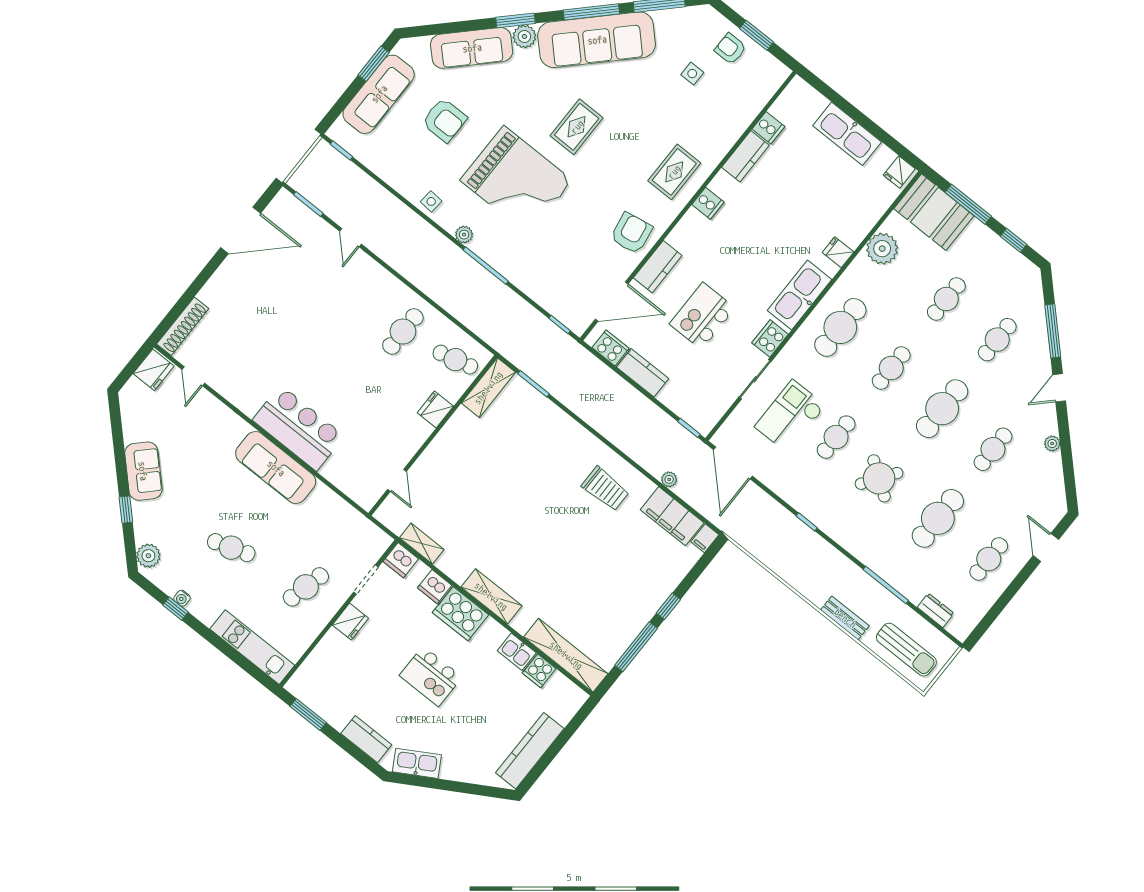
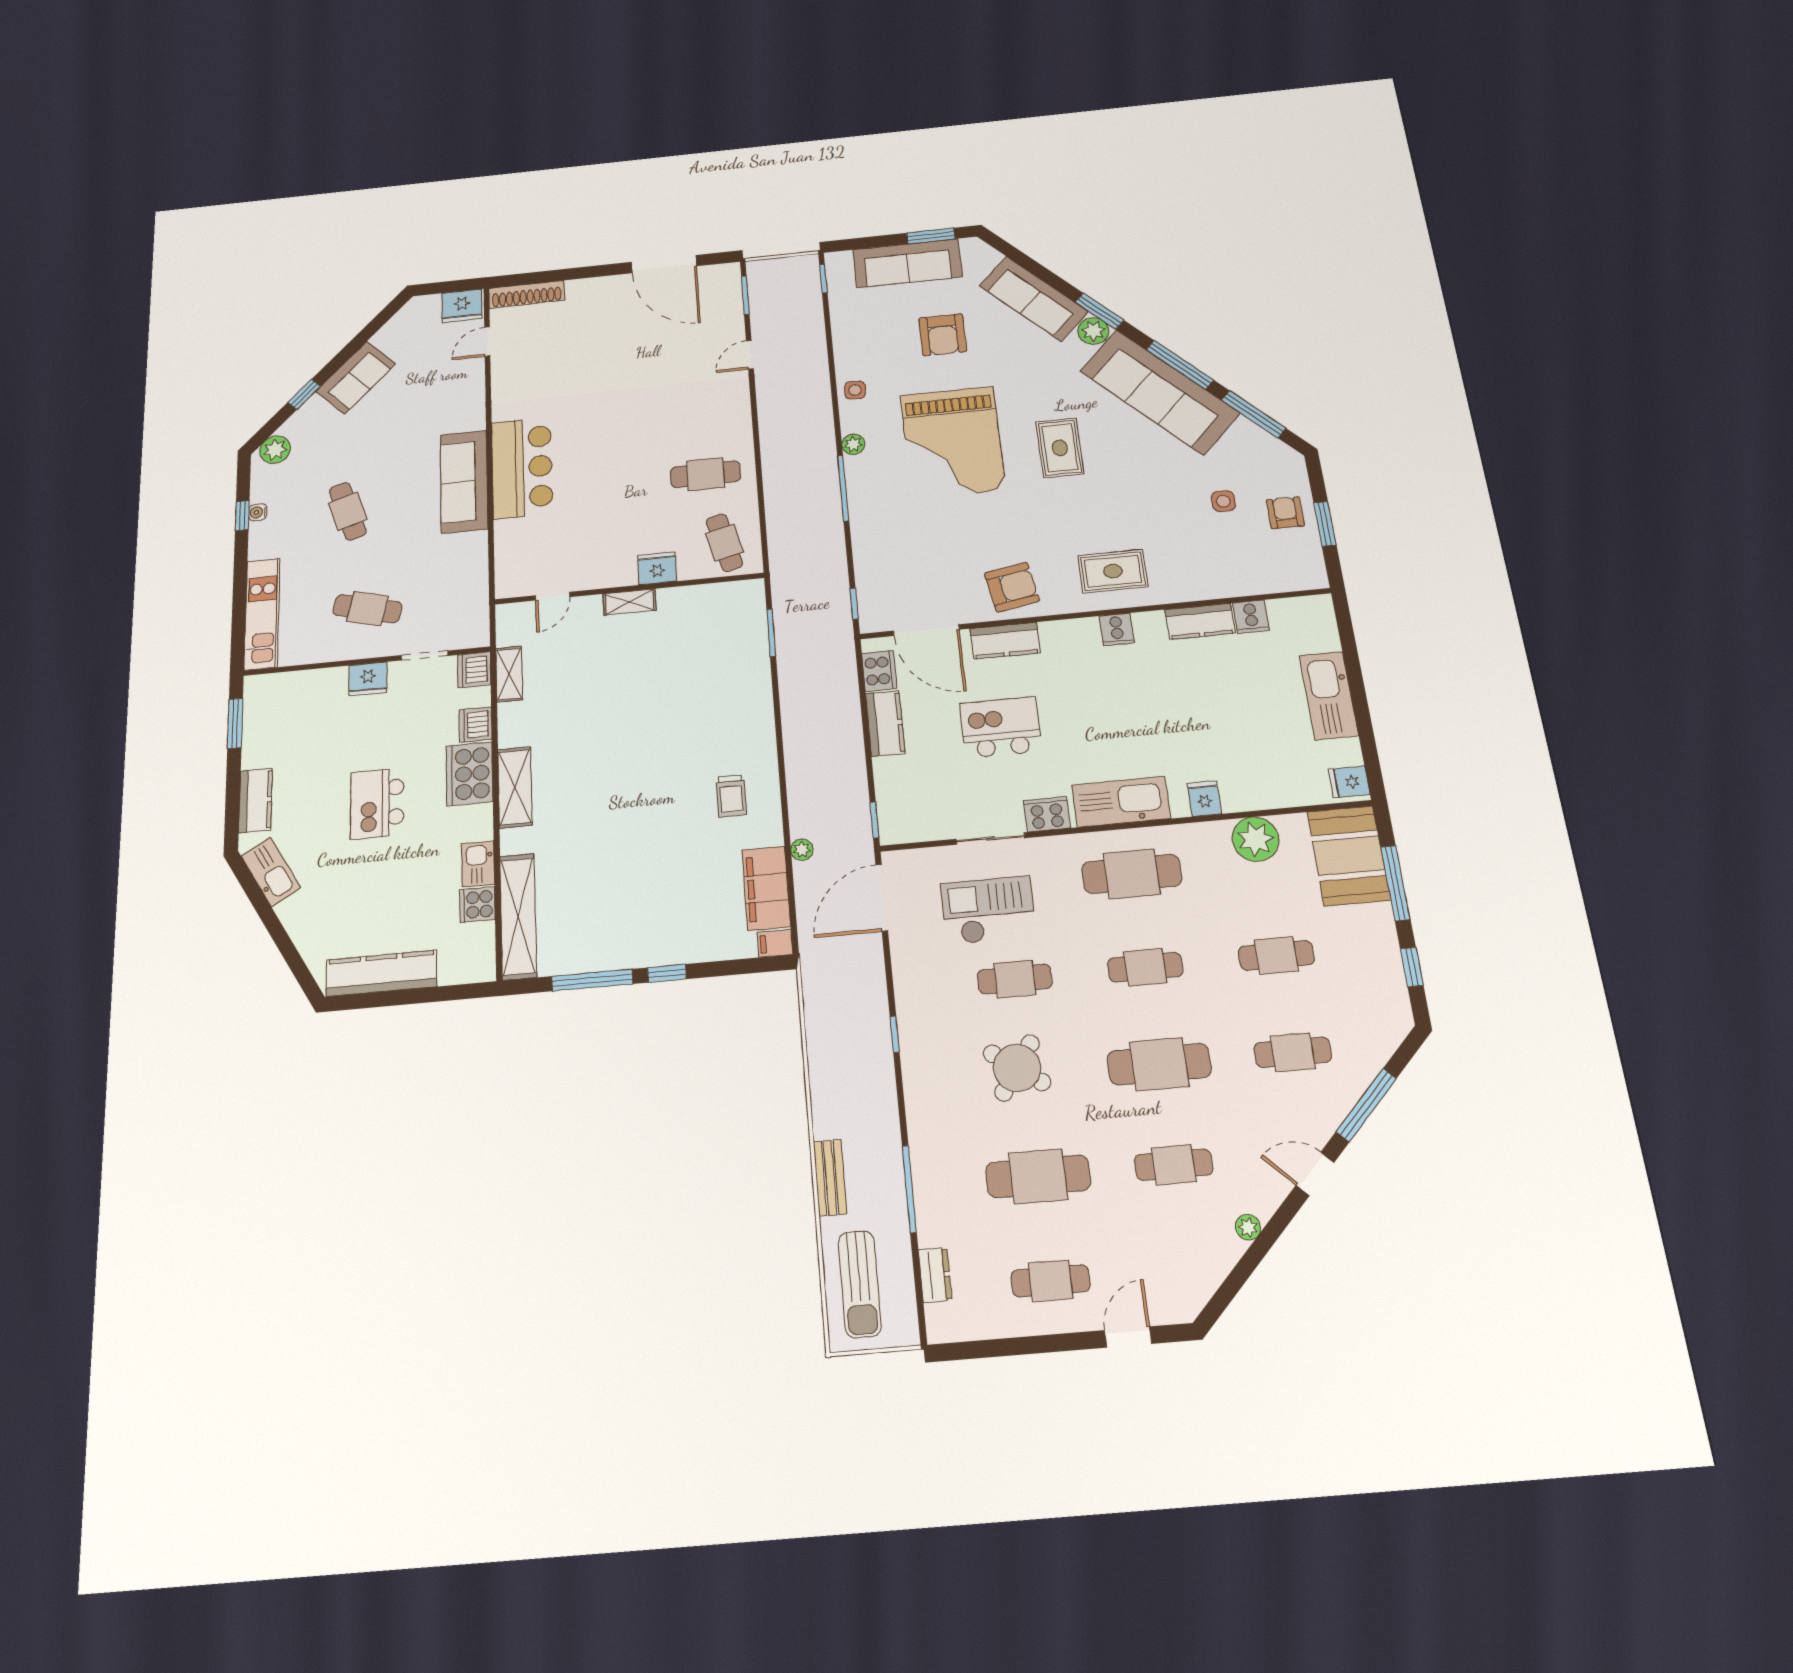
rug: (577, 127) -> (1060, 448), turned 90
shelving: (488, 388) -> (630, 602), moved, width x0.67, depth x0.75
trolley: (605, 489) -> (731, 796), width x0.73, depth x0.72

